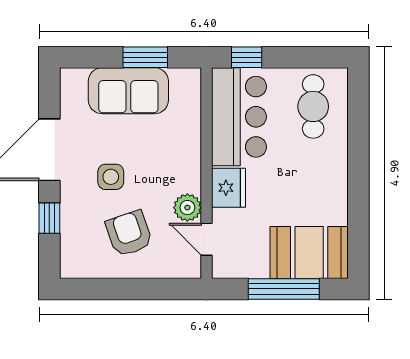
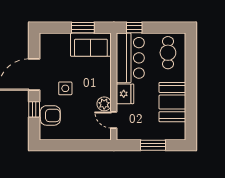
sofa: (128, 91) -> (91, 45), moved
armchair: (129, 233) -> (50, 115), moved, turned 109
booth: (309, 253) -> (172, 102), moved, turned 90
window: (284, 289) -> (153, 145), width x0.69

